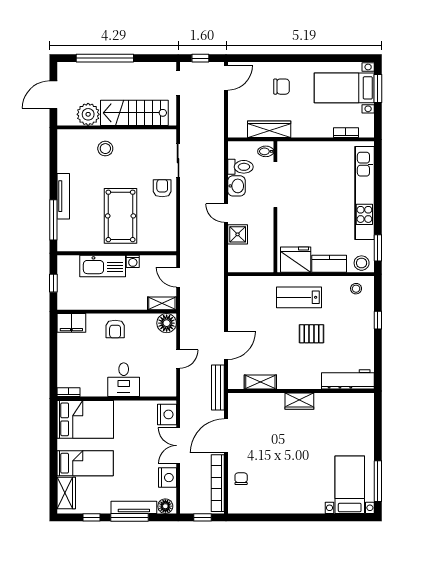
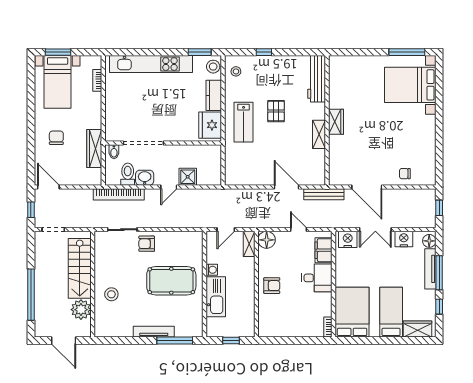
filing cabinet: (71, 323) -> (324, 250), moved, turned 180
shelving: (260, 382) -> (319, 134), moved
bookcase: (218, 483) -> (119, 194), moved
bed with nightstands: (350, 485) -> (410, 85), width x1.36

